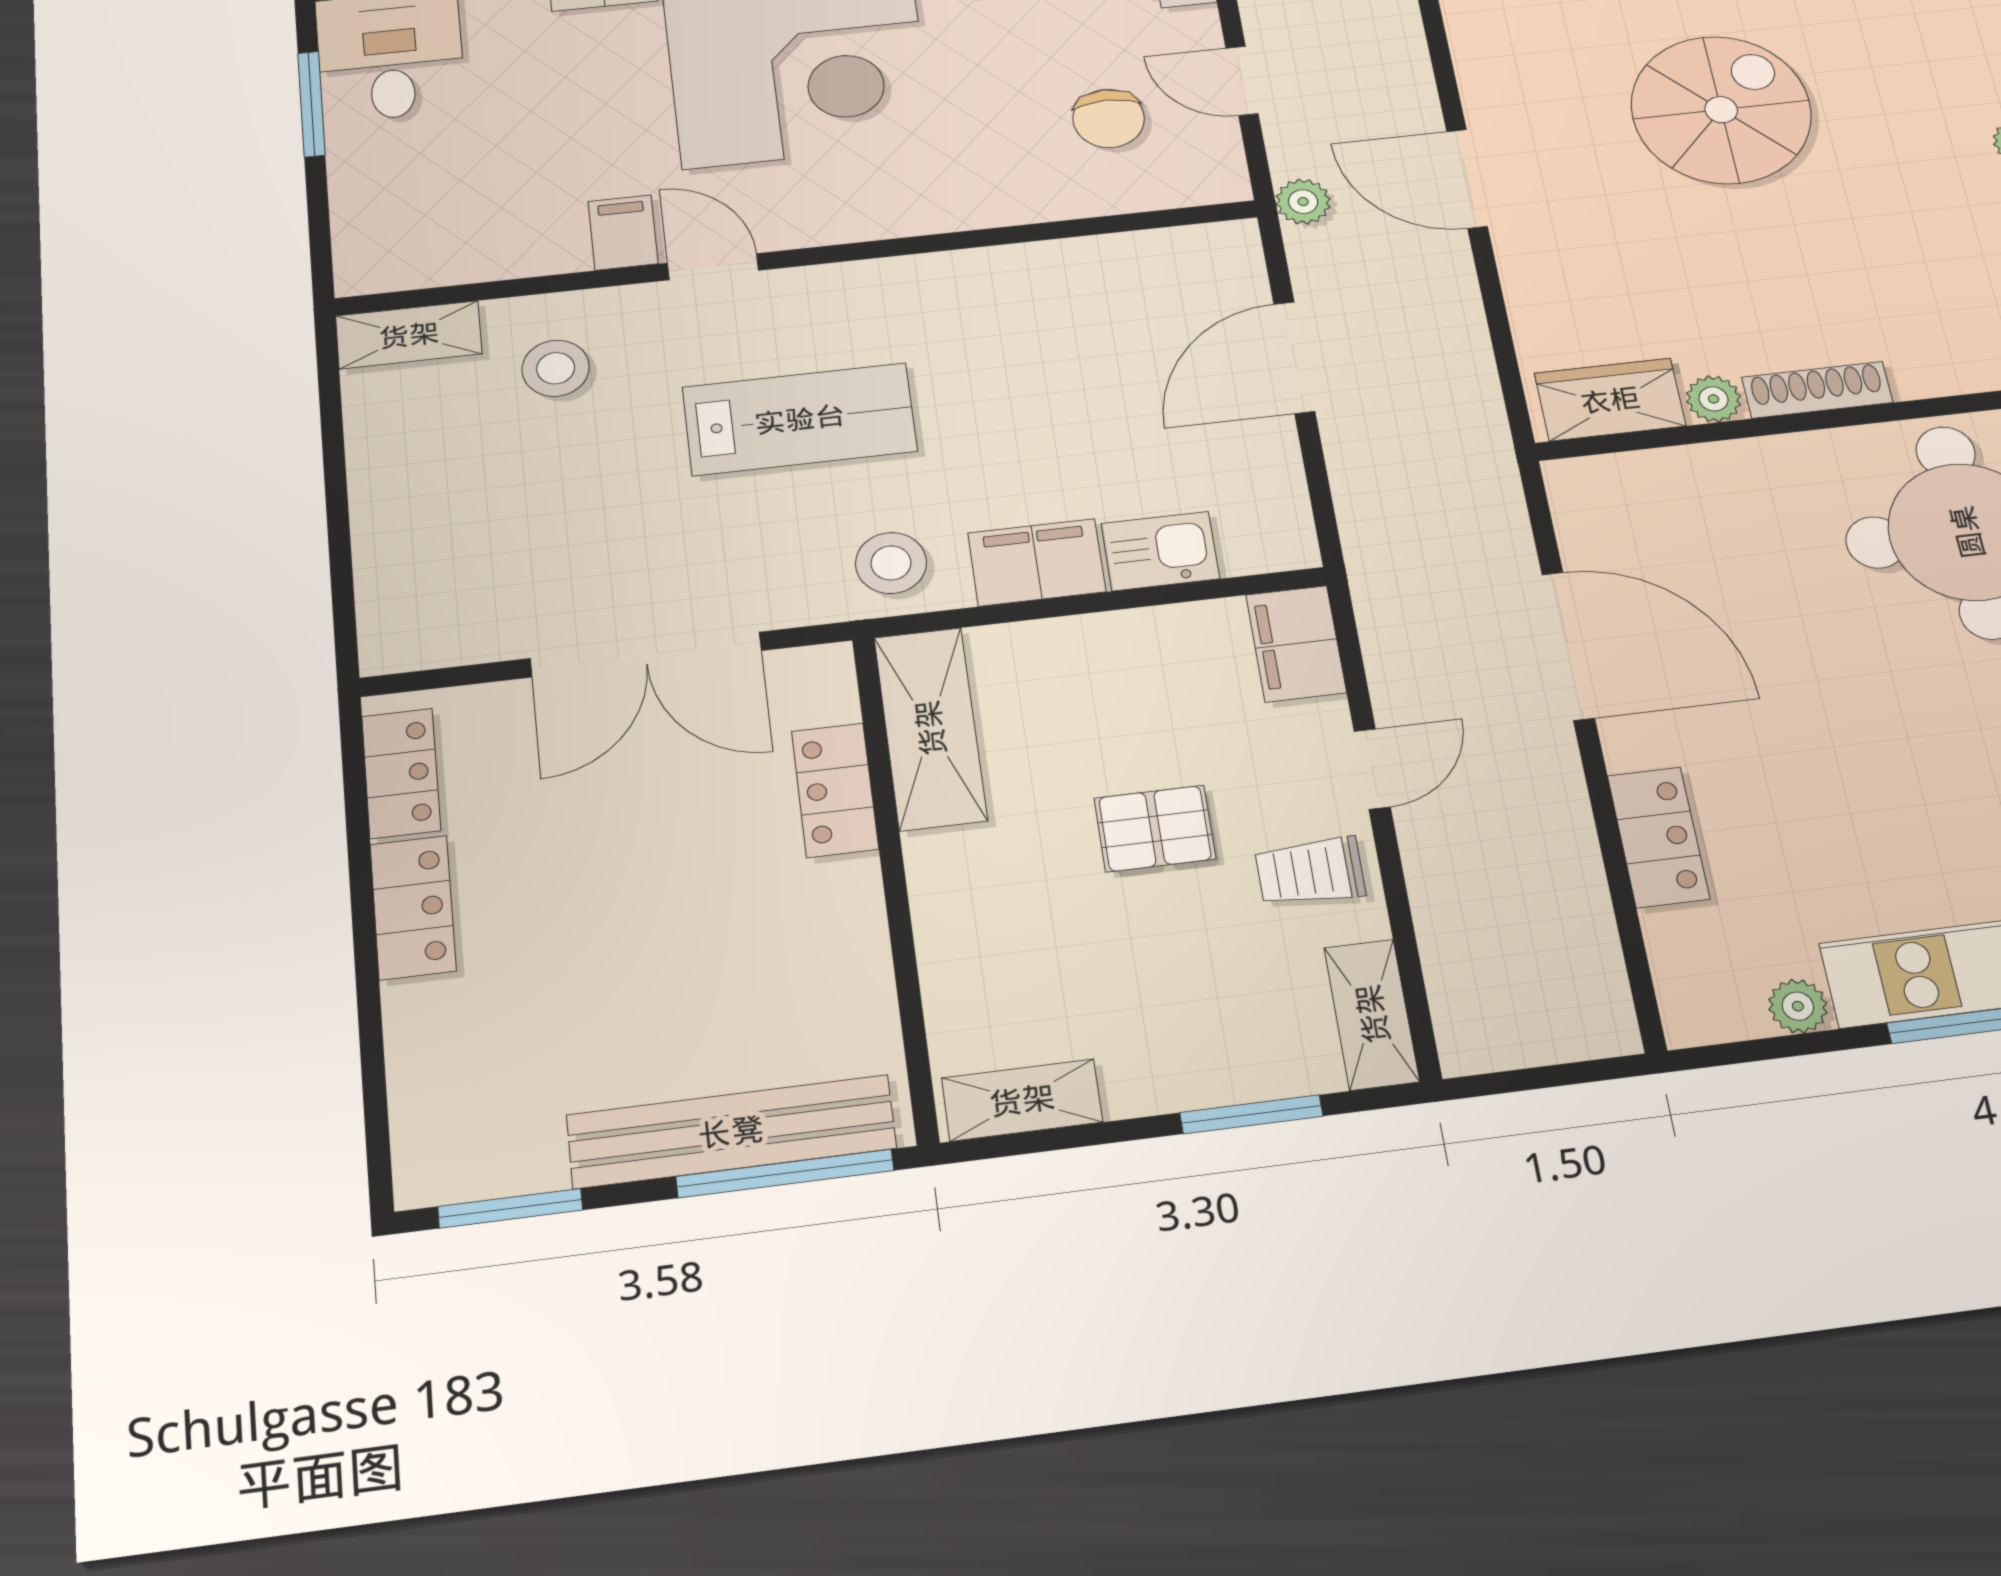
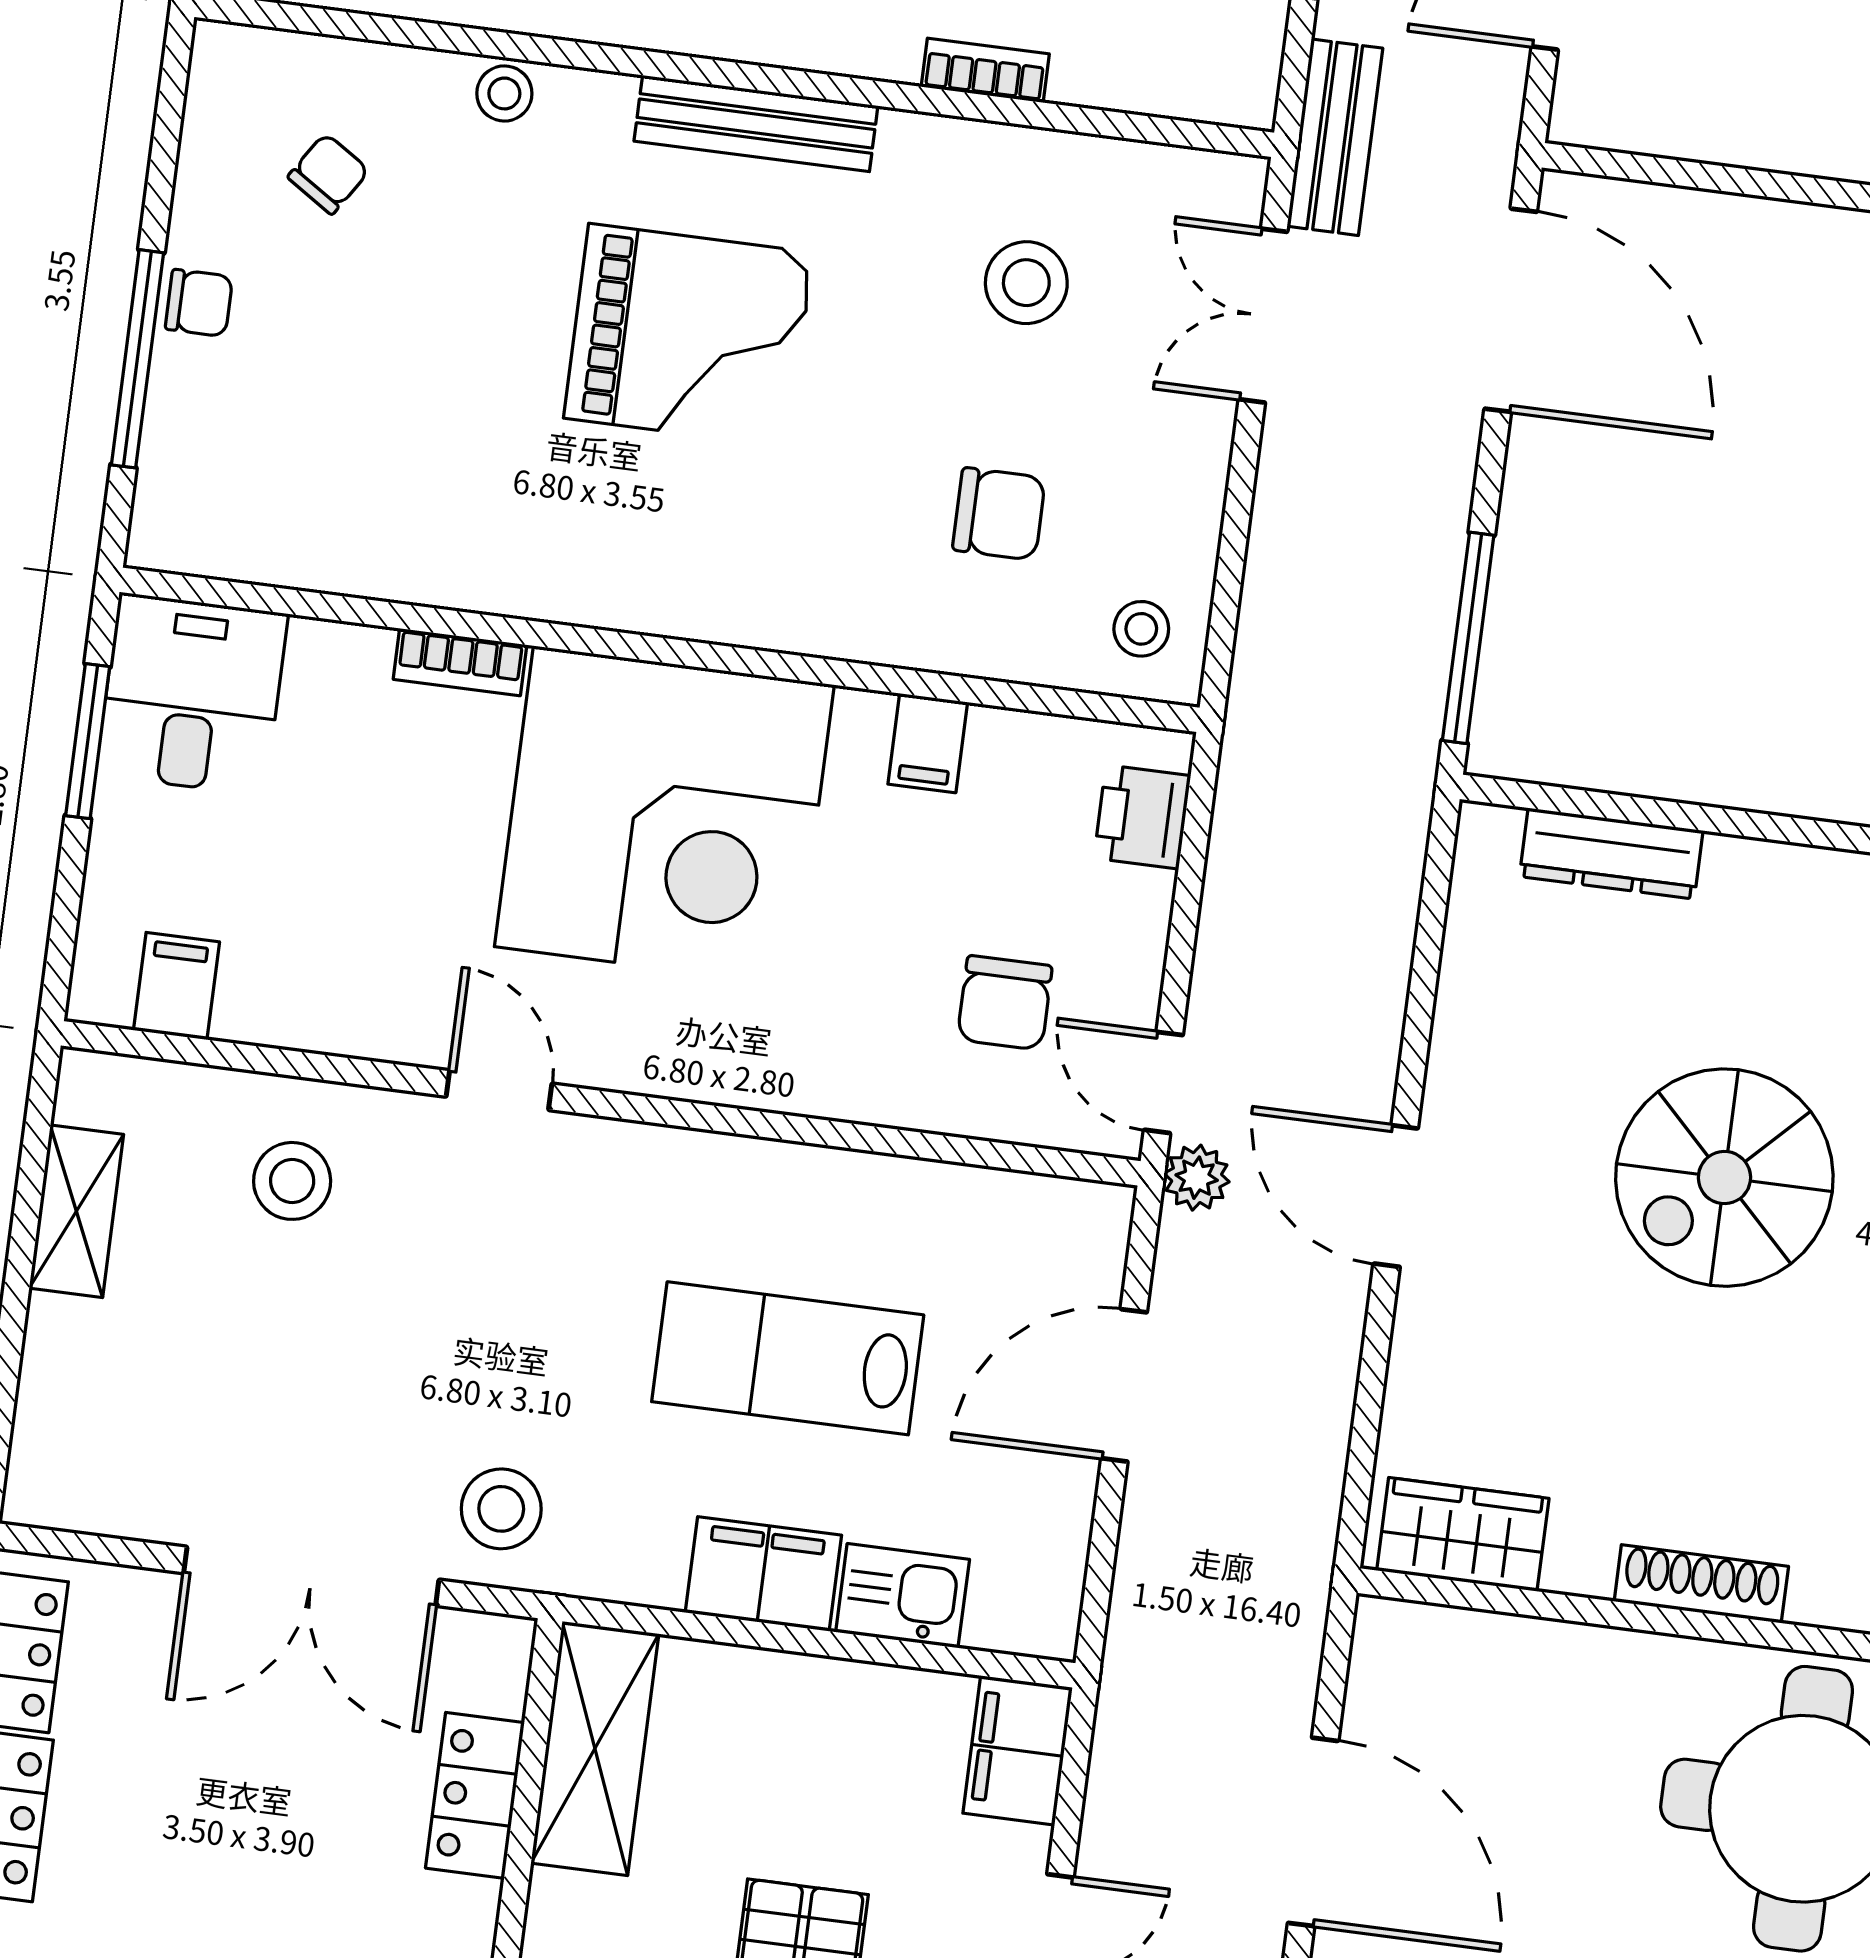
door: (1242, 81) -> (1163, 1082), moved
spiral stairs: (1721, 110) -> (1724, 1178), turned 180
filing cabinet: (623, 233) -> (176, 986), moved
shelving: (409, 335) -> (76, 1211), moved, turned 90
plant: (1714, 399) -> (1580, 1565), removed
lab bench: (800, 419) -> (788, 1358), moved, turned 180
stool: (891, 563) -> (501, 1509), moved

